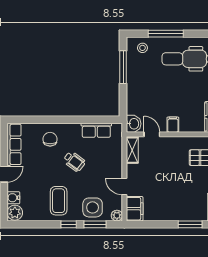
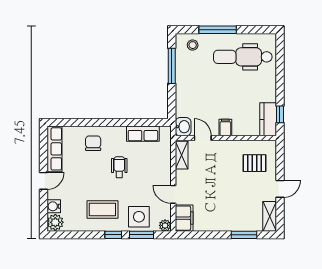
wheelchair: (74, 161) -> (119, 167), turned -127
coffee table: (59, 201) -> (102, 209), turned 90

